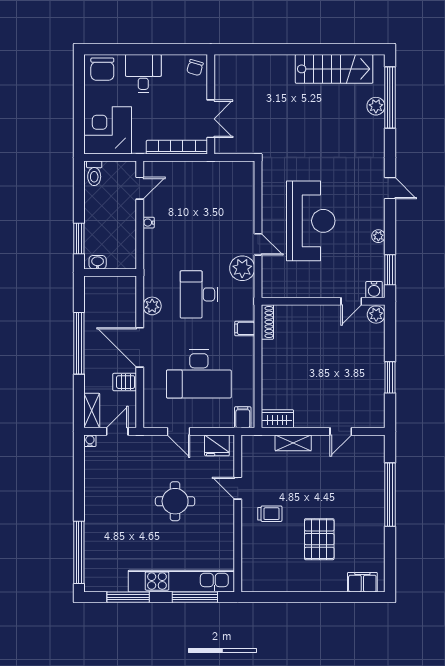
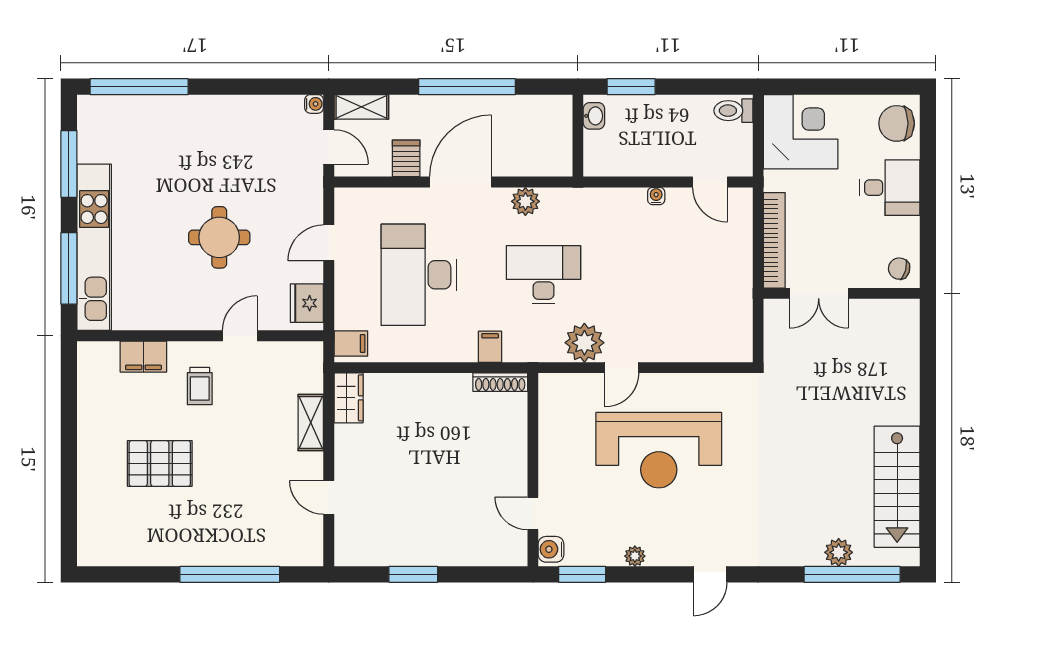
plant: (376, 315) -> (512, 553), removed
filing cabinet: (362, 582) -> (143, 357), moved, turned 90

